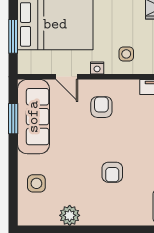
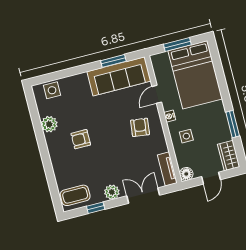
armchair: (101, 107) -> (140, 127), turned -83
armchair: (112, 172) -> (81, 139), moved
side table: (36, 183) -> (52, 90), moved

